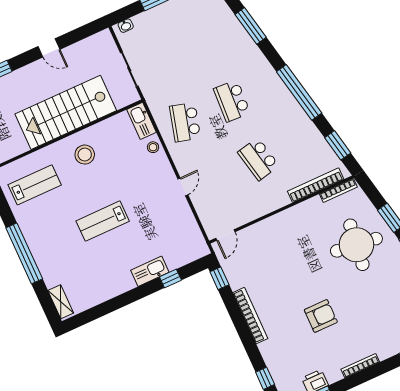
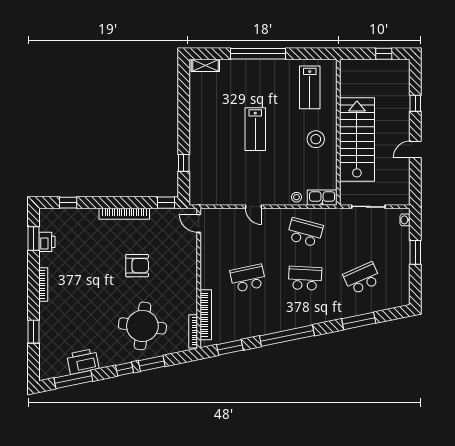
school desk: (205, 43) -> (362, 278), added
lab bench: (103, 221) -> (255, 129), turned 180
kitchen sink: (150, 271) -> (197, 149), removed
armchair: (321, 316) -> (137, 266), moved, turned -90

